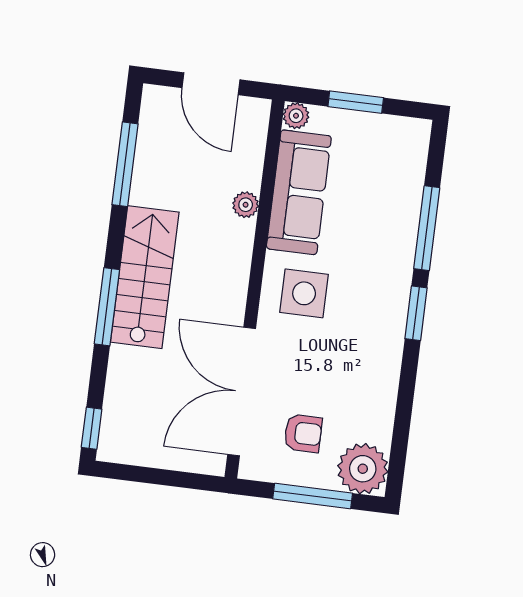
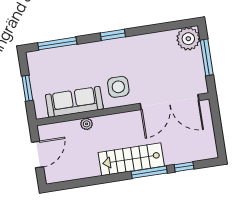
plant: (296, 116) -> (41, 113), removed
window: (125, 164) -> (84, 182), removed
window: (427, 228) -> (57, 43), moved
window: (92, 428) -> (184, 167), moved
armchair: (303, 433) -> (180, 70), removed

